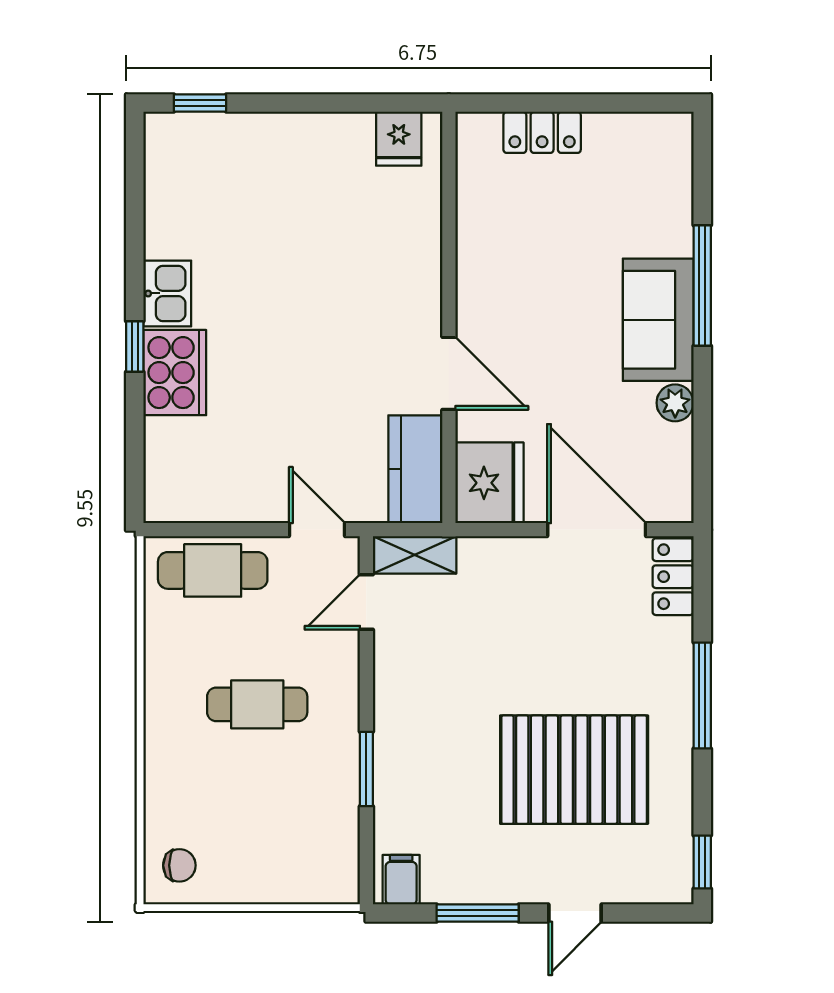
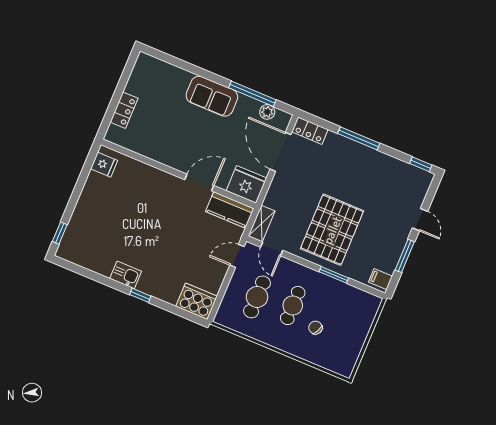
window: (702, 285) -> (252, 94), moved
cooker: (175, 373) -> (197, 301), moved
plant: (675, 403) -> (267, 112), moved
door: (597, 530) -> (281, 152), hinge flipped
cafe table: (213, 570) -> (257, 297), moved
pallet: (574, 770) -> (332, 230), moved
chair: (179, 865) -> (315, 328), moved, turned -64

